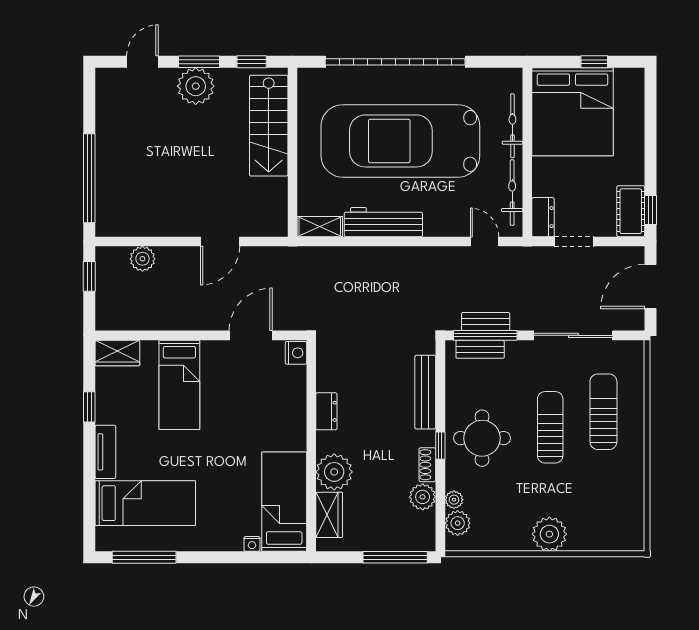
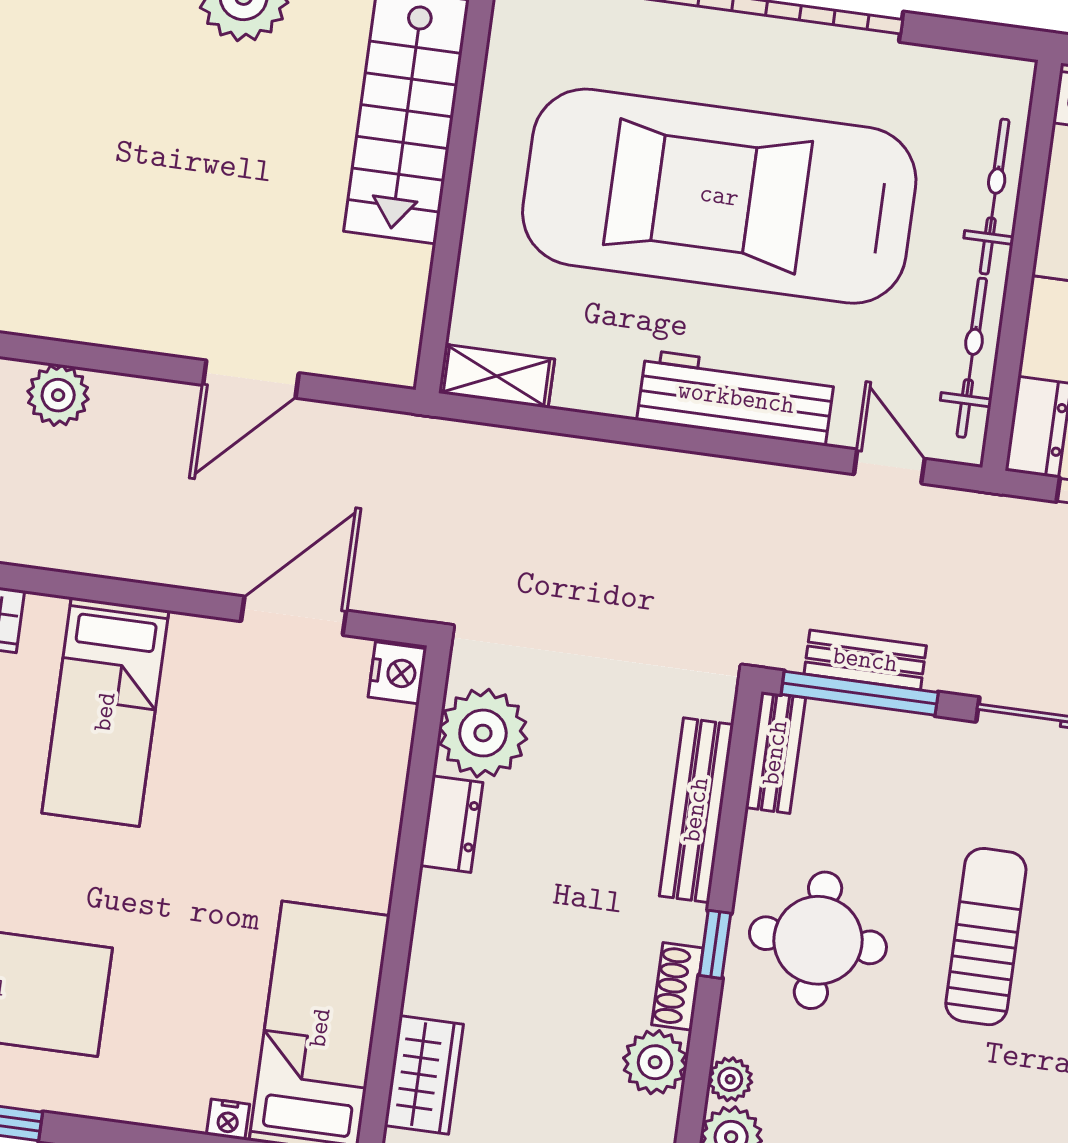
workbench: (383, 222) -> (736, 398), moved
bench: (480, 349) -> (775, 753), moved, turned 90
plant: (334, 472) -> (483, 733), moved

